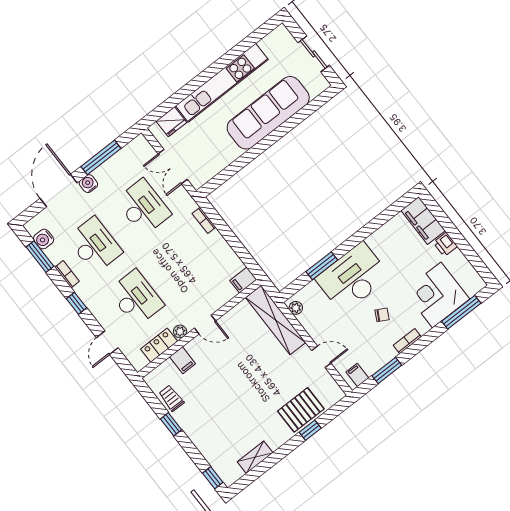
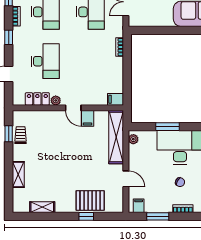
filing cabinet: (183, 360) -> (88, 118), moved
window: (171, 424) -> (9, 134), moved
shelving: (202, 442) -> (18, 175), added
window: (213, 478) -> (9, 200), removed

